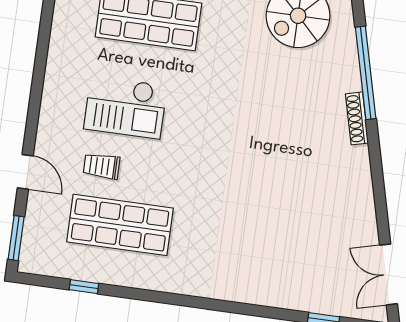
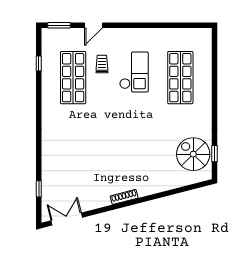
window: (366, 73) -> (169, 193), removed
checkout: (125, 107) -> (134, 72), turned 180
shoe rack: (357, 118) -> (124, 197), moved

